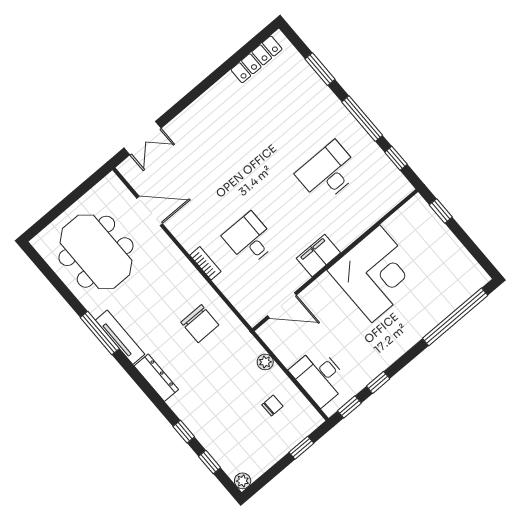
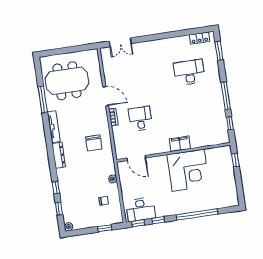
locker: (257, 59) -> (199, 38), width x0.66
window: (320, 69) -> (219, 51), moved
desk: (328, 172) -> (189, 72), moved
door: (150, 211) -> (106, 96), moved
meeting table: (96, 252) -> (67, 81), turned 90
filing cabinet: (318, 256) -> (180, 144), moved
window: (455, 317) -> (197, 214), moved
window: (100, 333) -> (43, 100), moved
desk: (319, 376) -> (141, 209), moved, turned -90

